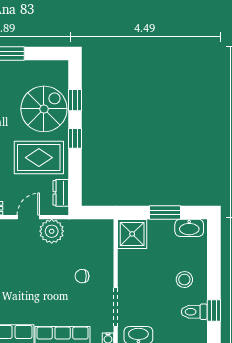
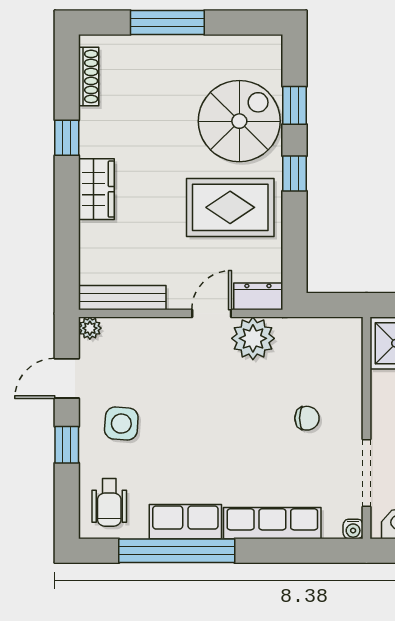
dresser: (61, 193) -> (258, 296), moved, turned 90
chair: (82, 276) -> (307, 418), turned 180

